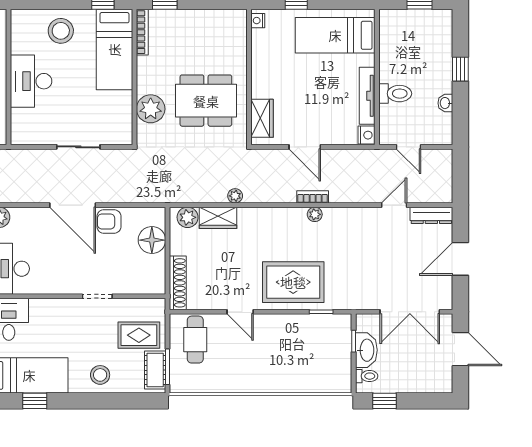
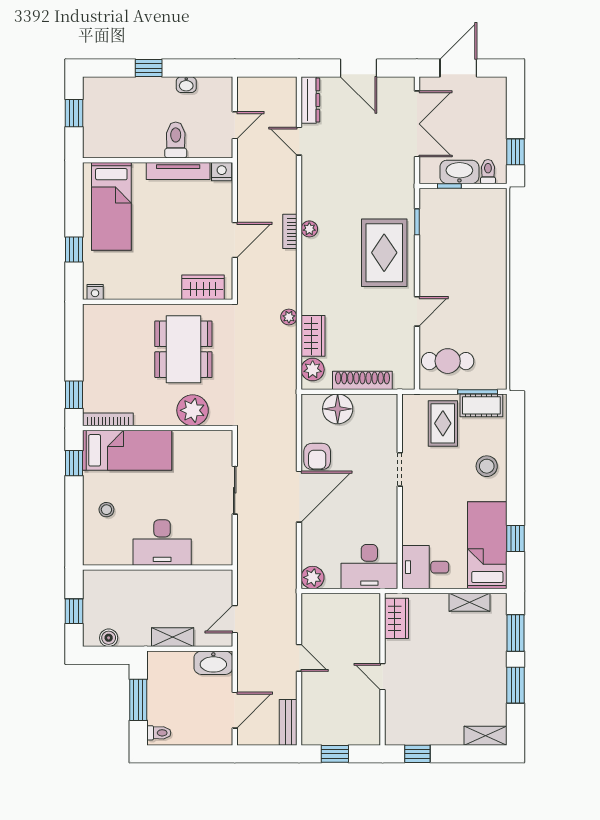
stool: (61, 31) -> (106, 510), width x0.53, depth x0.53
shoe rack: (178, 283) -> (362, 380), moved

